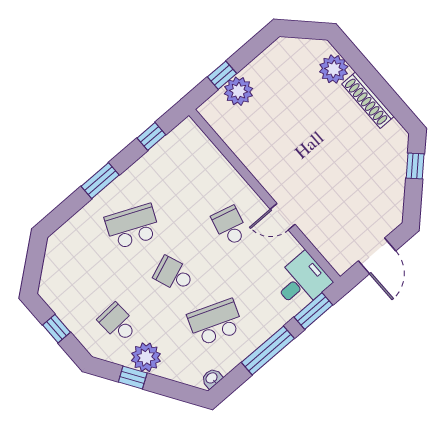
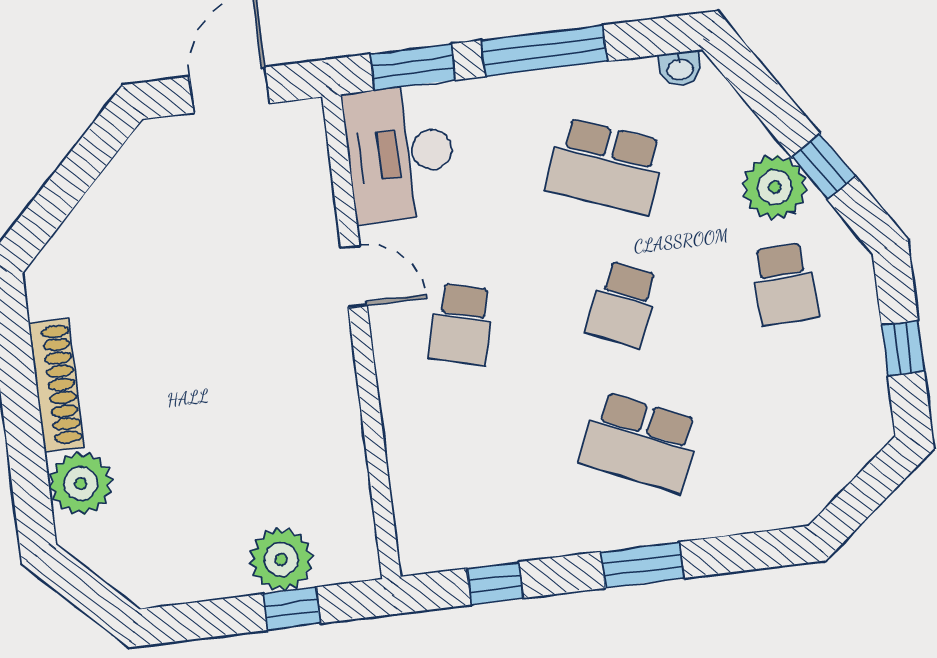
window: (415, 166) -> (51, 207), removed
school desk: (174, 274) -> (623, 304), turned 45
desk: (302, 281) -> (400, 153), width x1.37

